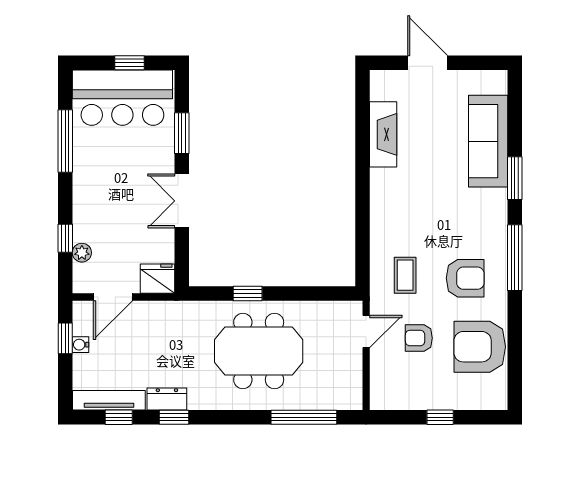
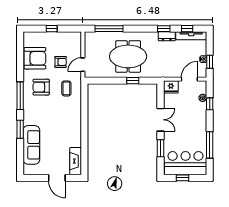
fireplace: (383, 134) -> (76, 161), moved

